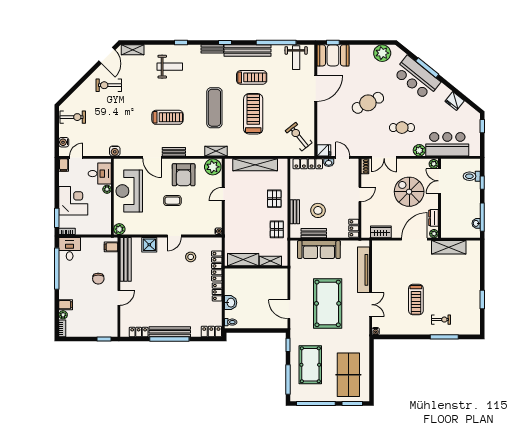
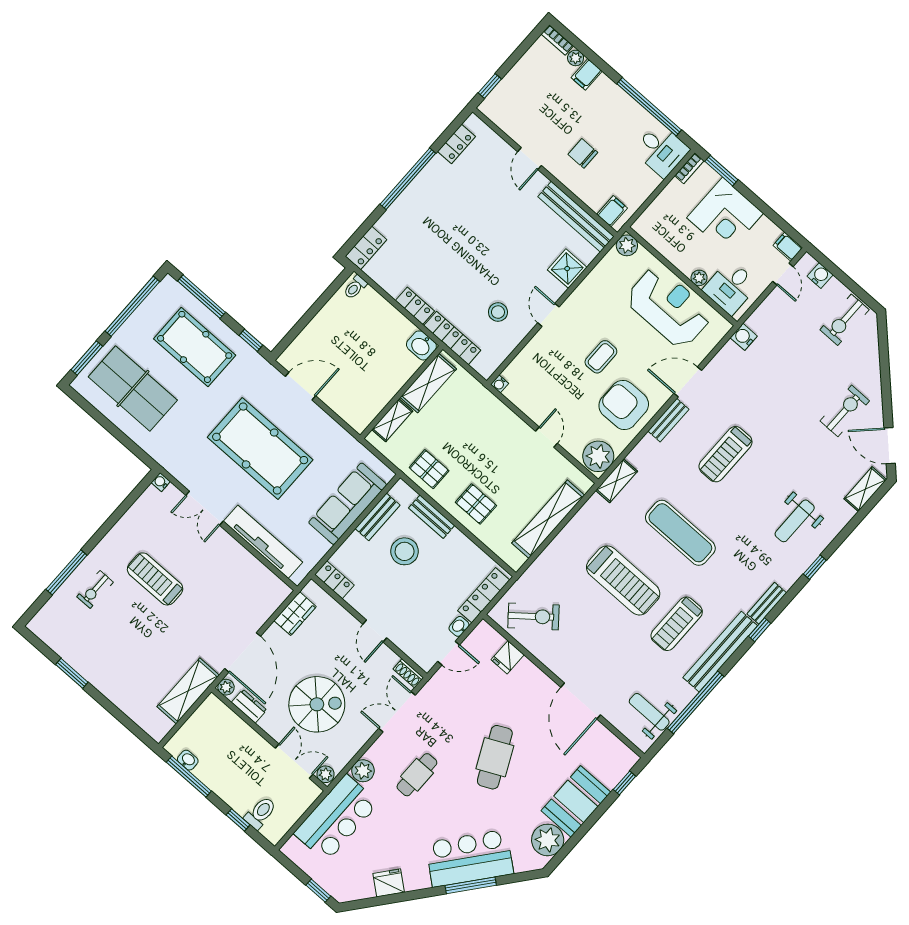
booth: (333, 55) -> (576, 801), moved
fridge: (324, 150) -> (508, 657), moved
washbasin: (231, 303) -> (421, 345), moved
bench: (170, 332) -> (418, 189), removed

